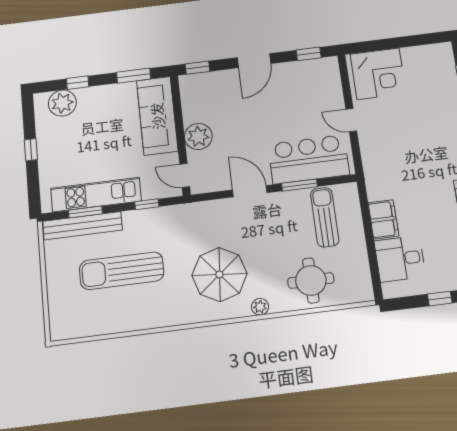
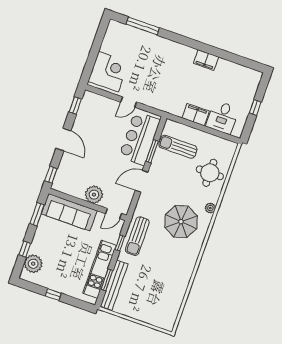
sun lounger: (122, 271) -> (137, 236), moved, width x0.73, depth x0.75

